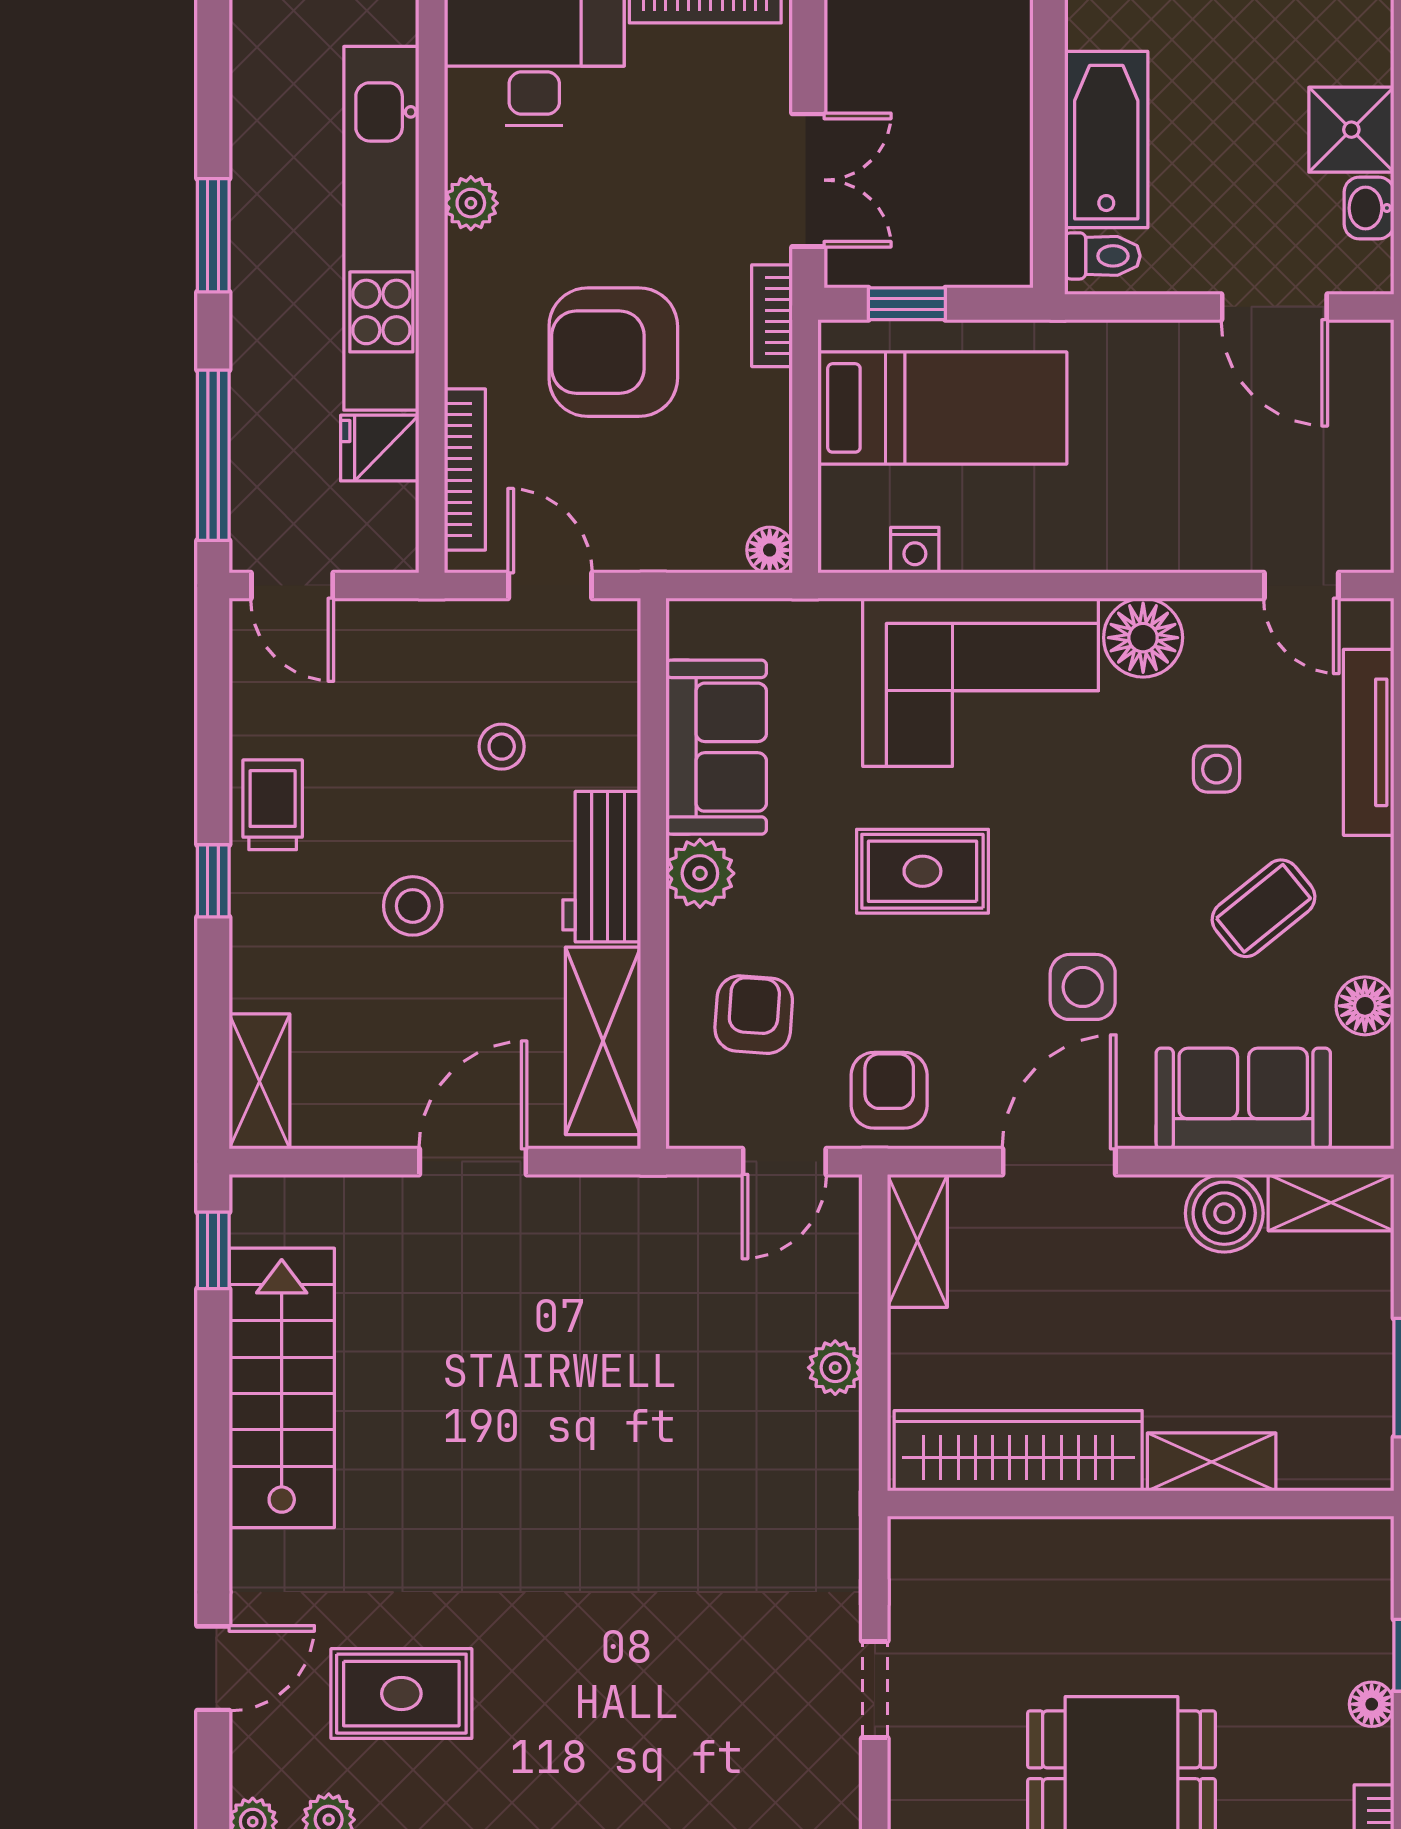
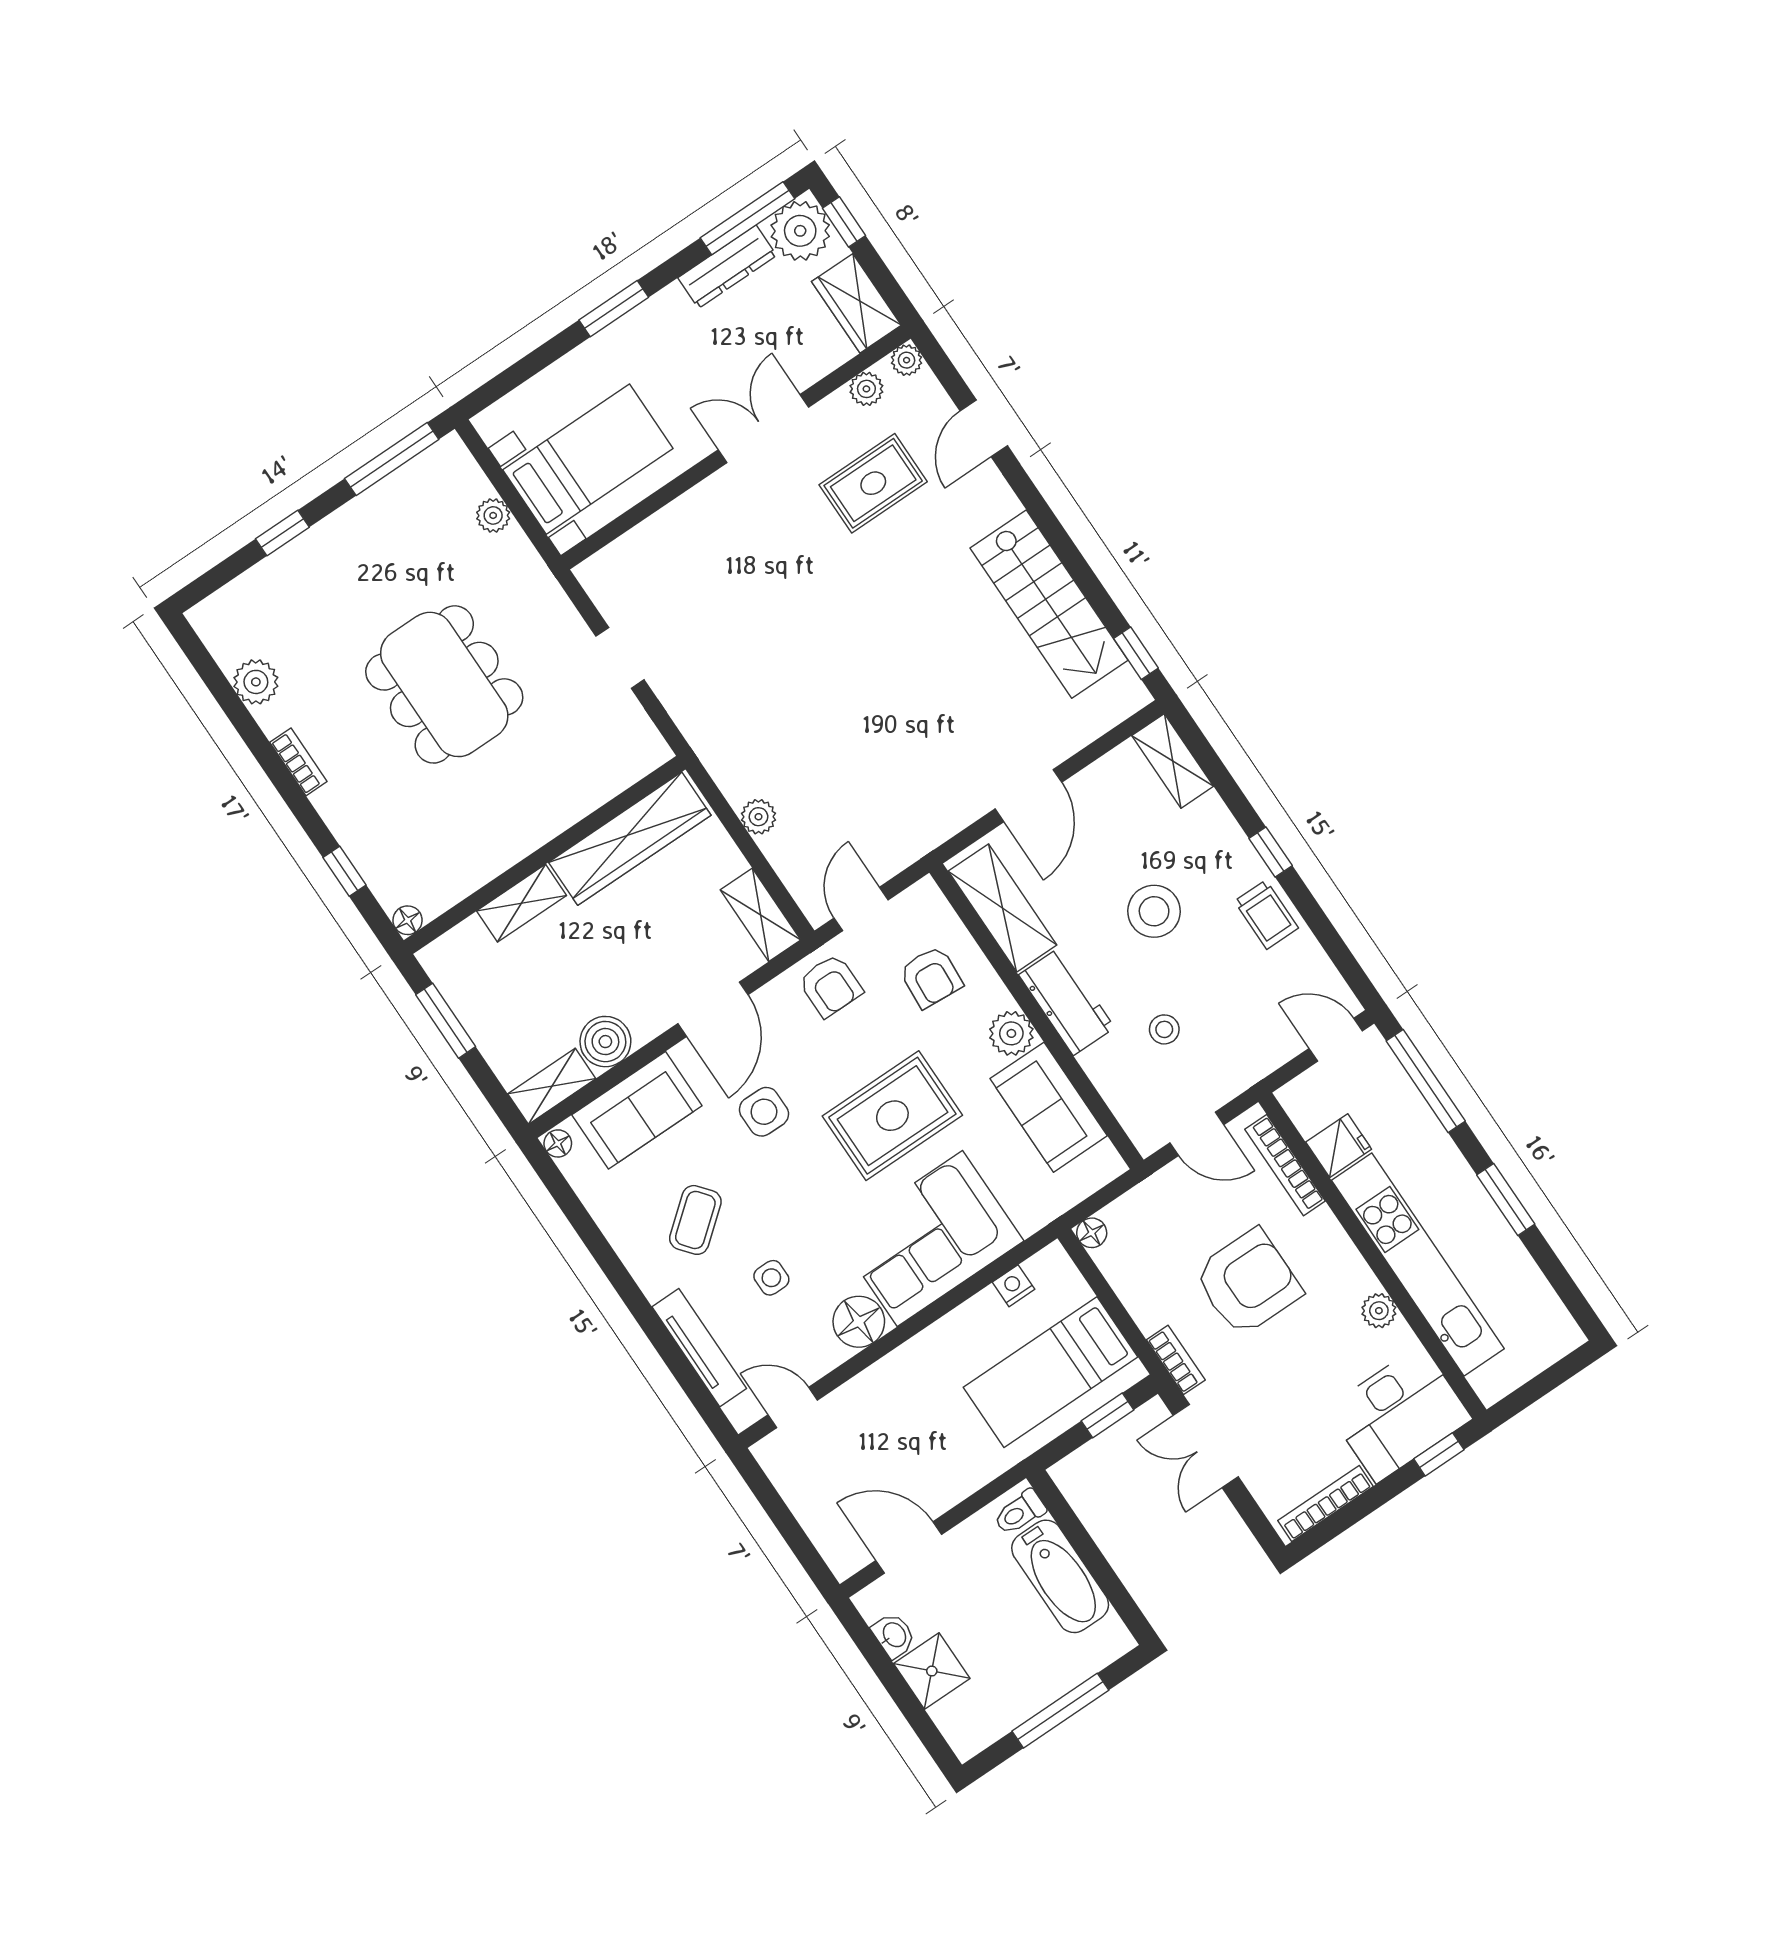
rug: (922, 871) -> (892, 1116), width x1.36, depth x1.43
stool: (413, 906) -> (1154, 911), width x1.38, depth x1.38
floor lamp: (1365, 1006) -> (558, 1143), moved, width x0.73, depth x0.73
floor lamp: (1372, 1704) -> (408, 920), moved

